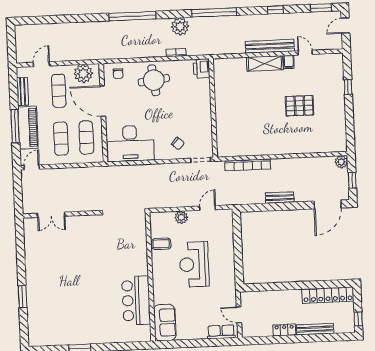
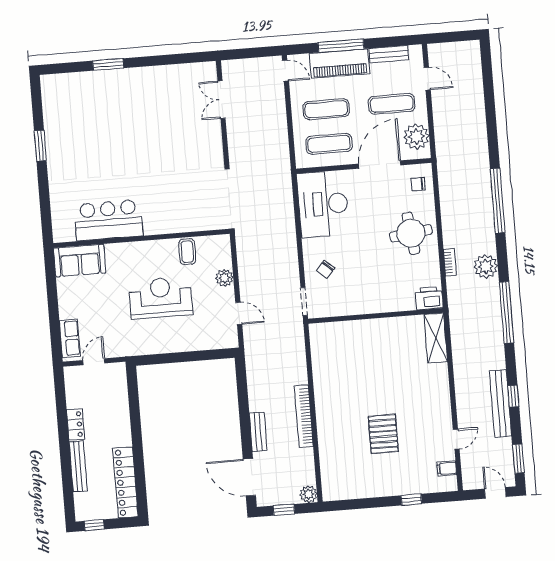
bench: (270, 46) -> (501, 403), moved
filing cabinet: (289, 62) -> (447, 468), moved
shelving: (265, 63) -> (436, 338), moved
bookcase: (248, 165) -> (304, 416), moved
bench: (280, 198) -> (258, 432), moved

